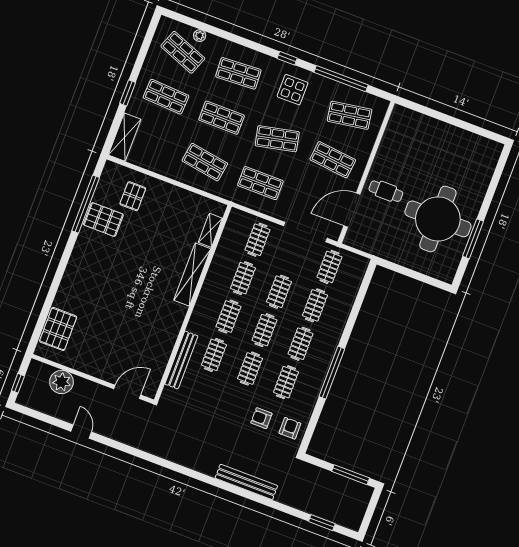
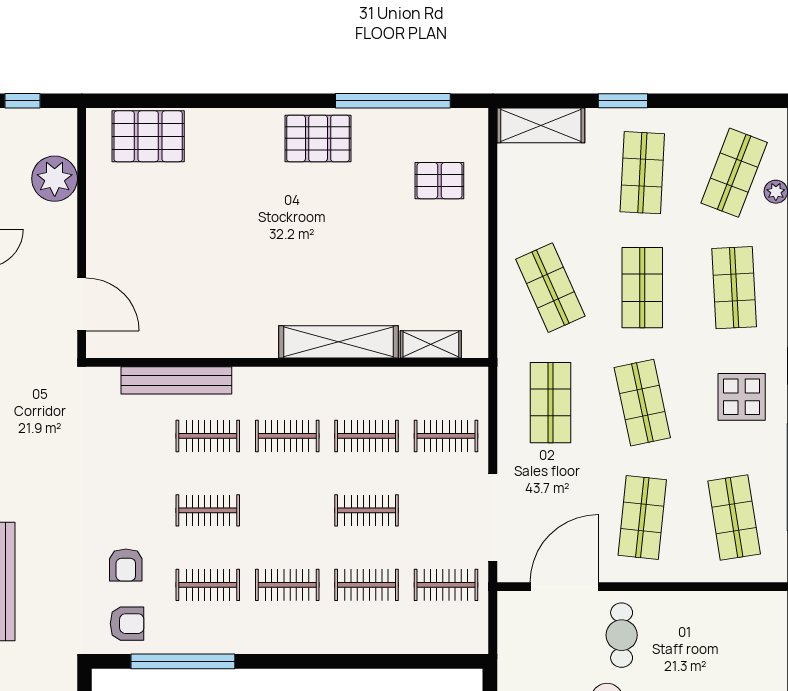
shop shelf: (205, 162) -> (550, 288), turned -33
door: (352, 210) -> (564, 587), hinge flipped
pallet: (103, 220) -> (318, 138), moved, turned 90
clothes rail: (264, 330) -> (287, 510), removed
window: (332, 373) -> (183, 661), moved
armchair: (261, 418) -> (126, 565), turned 180

